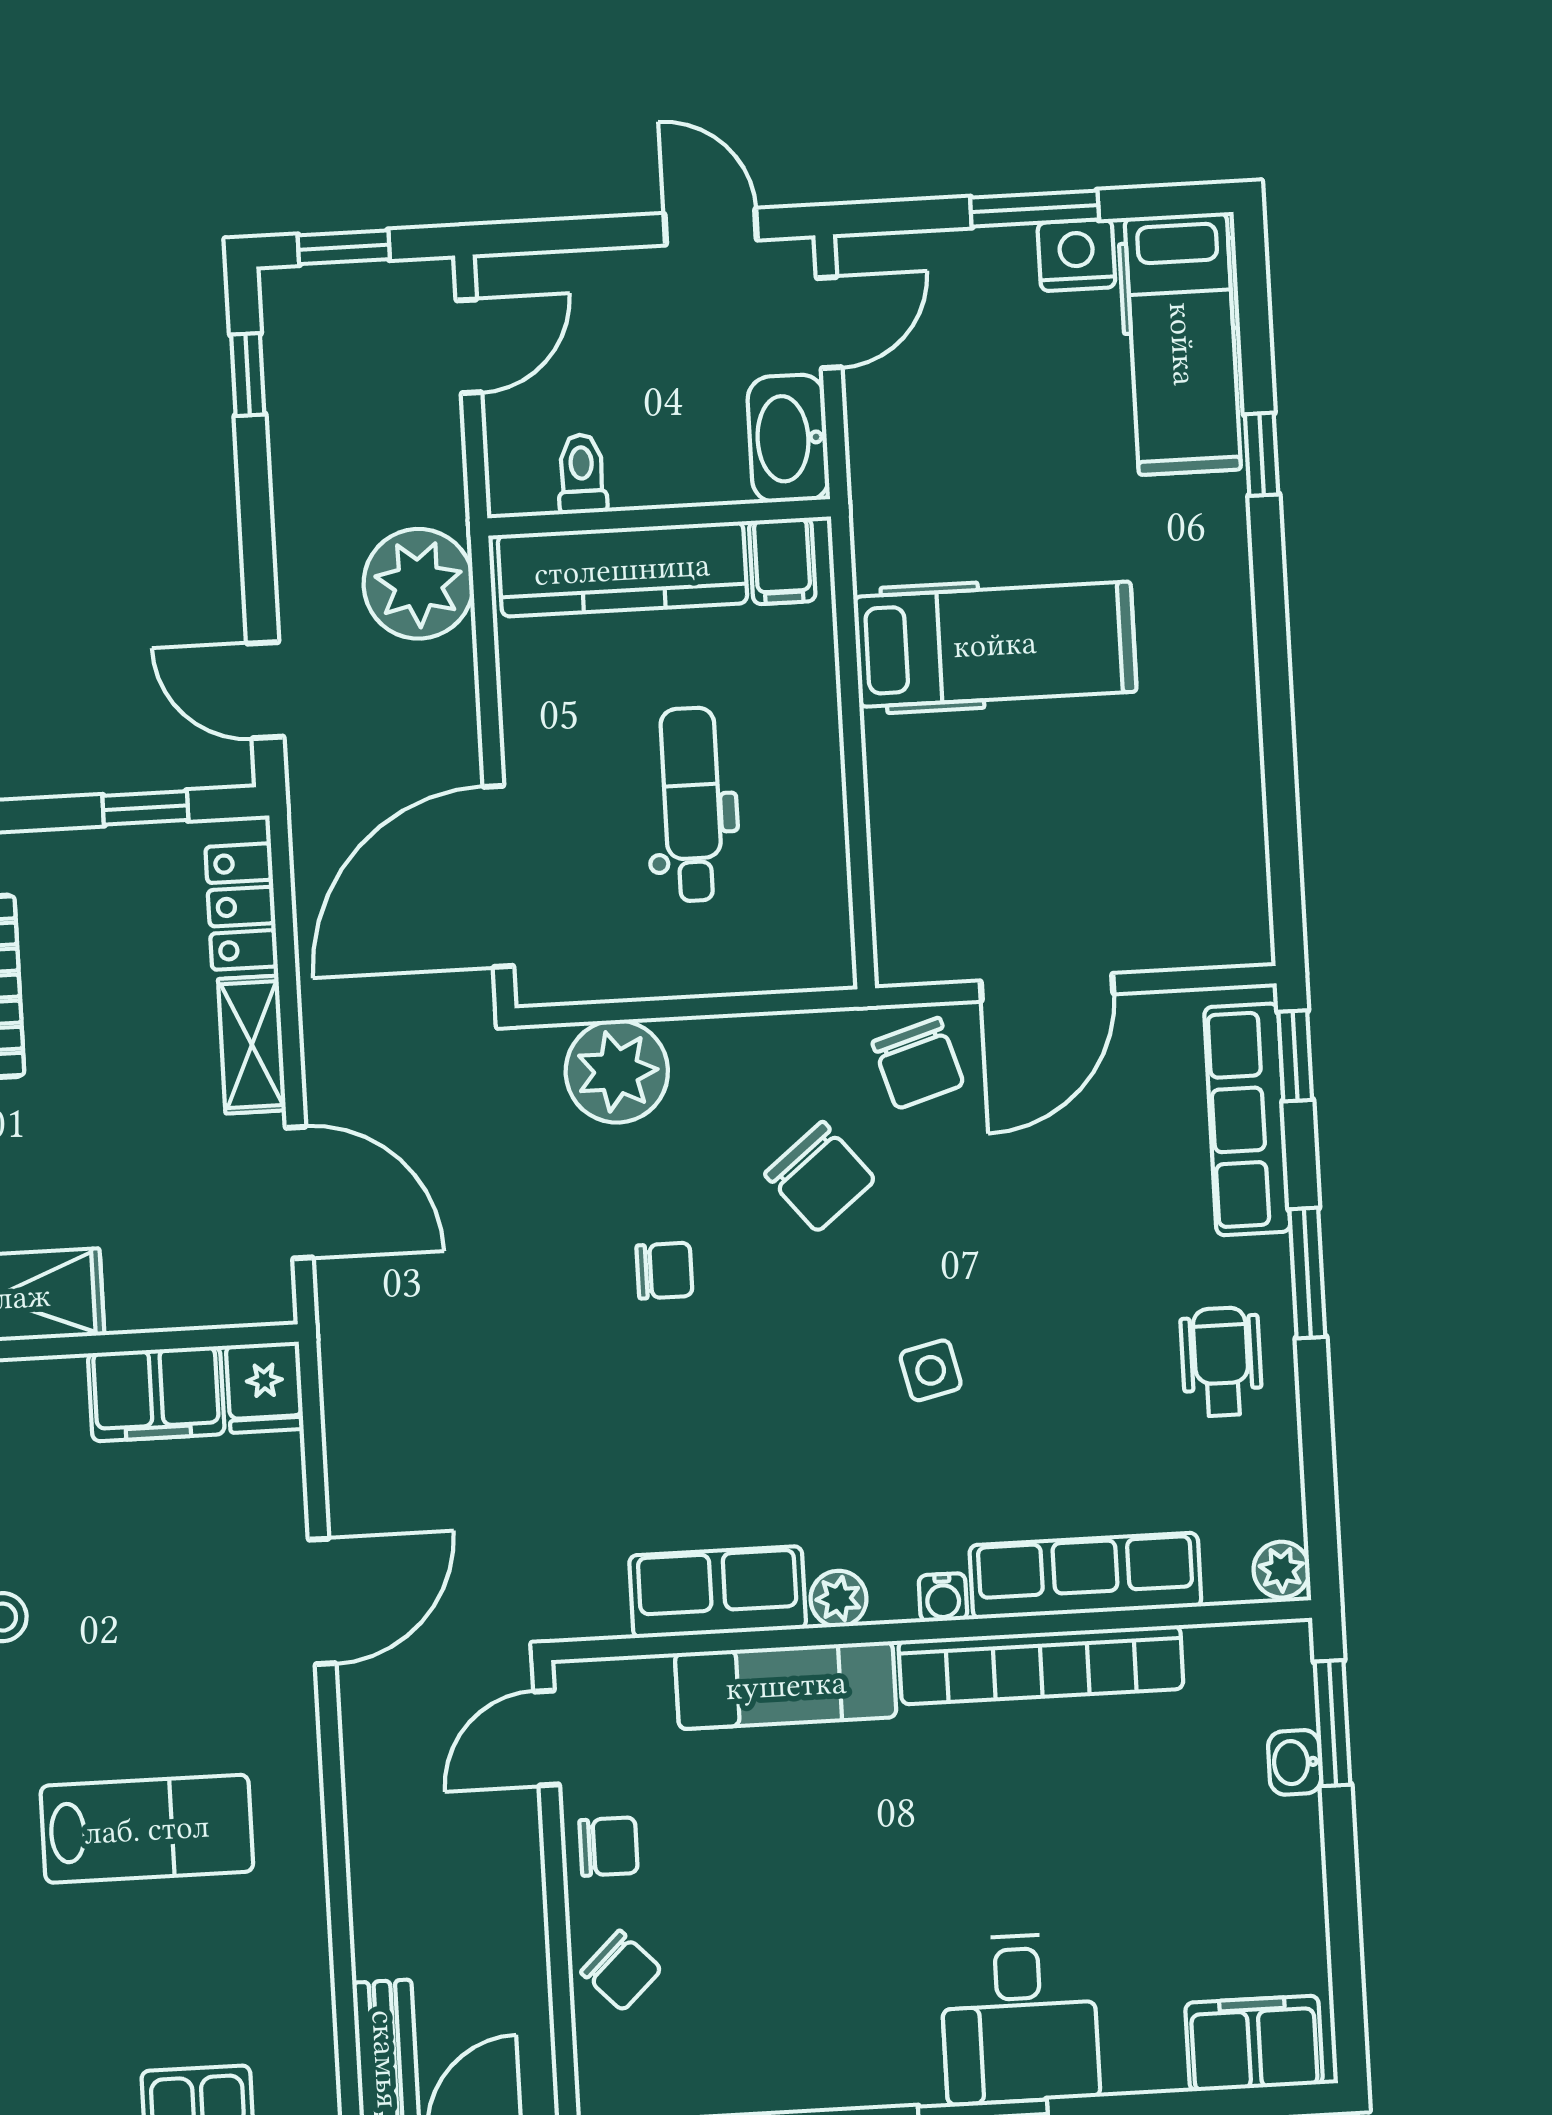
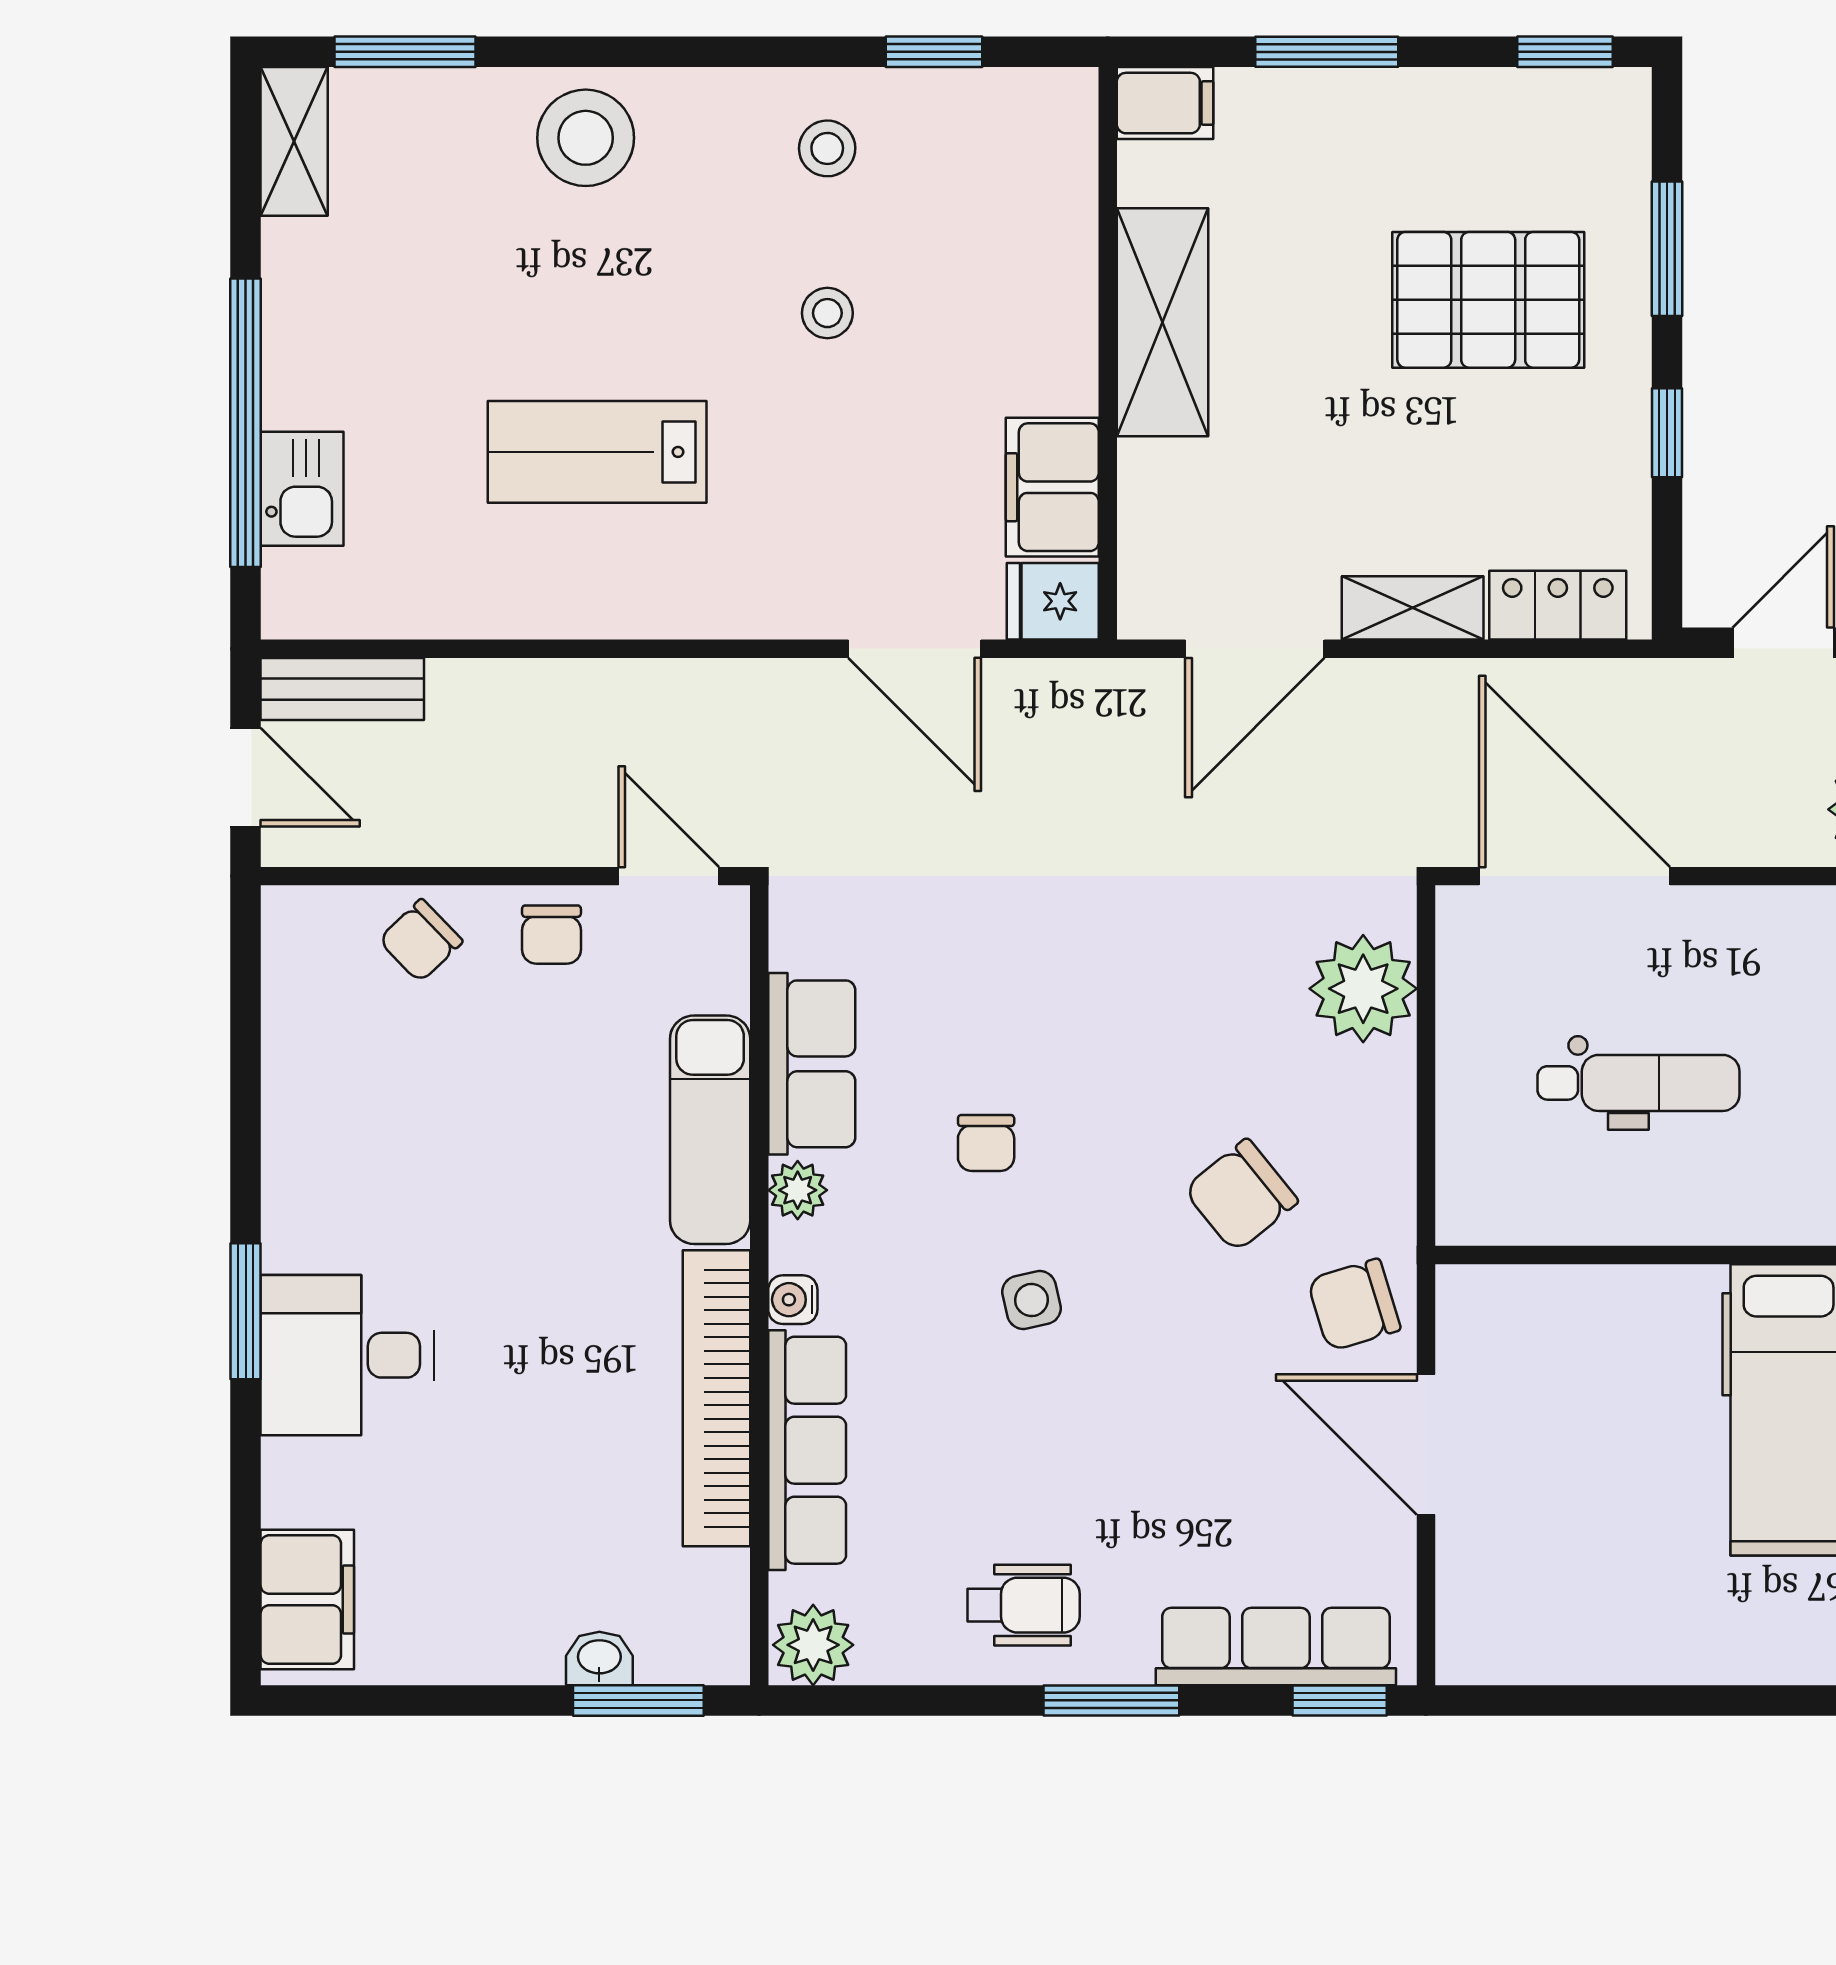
window: (145, 808) -> (1667, 433), moved
chair: (664, 1271) -> (986, 1143), moved
plant: (1281, 1570) -> (813, 1645), width x1.38, depth x1.38
door: (322, 1601) -> (915, 649), moved
lab bench: (147, 1829) -> (597, 452), turned 90

